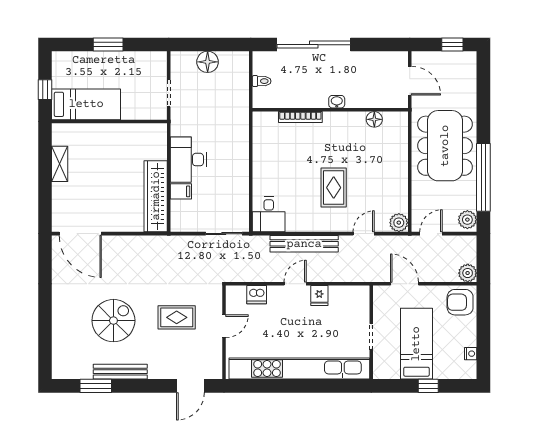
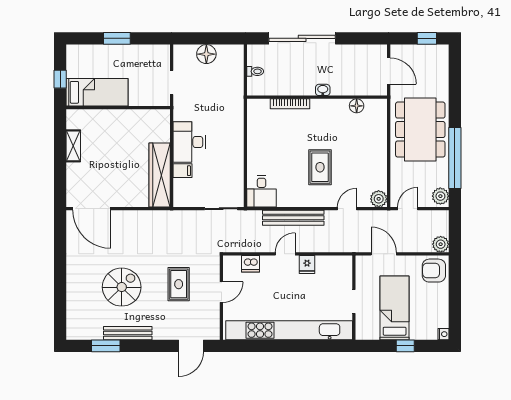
rug: (177, 317) -> (179, 284), turned 90
nightstand: (471, 354) -> (443, 334), moved

